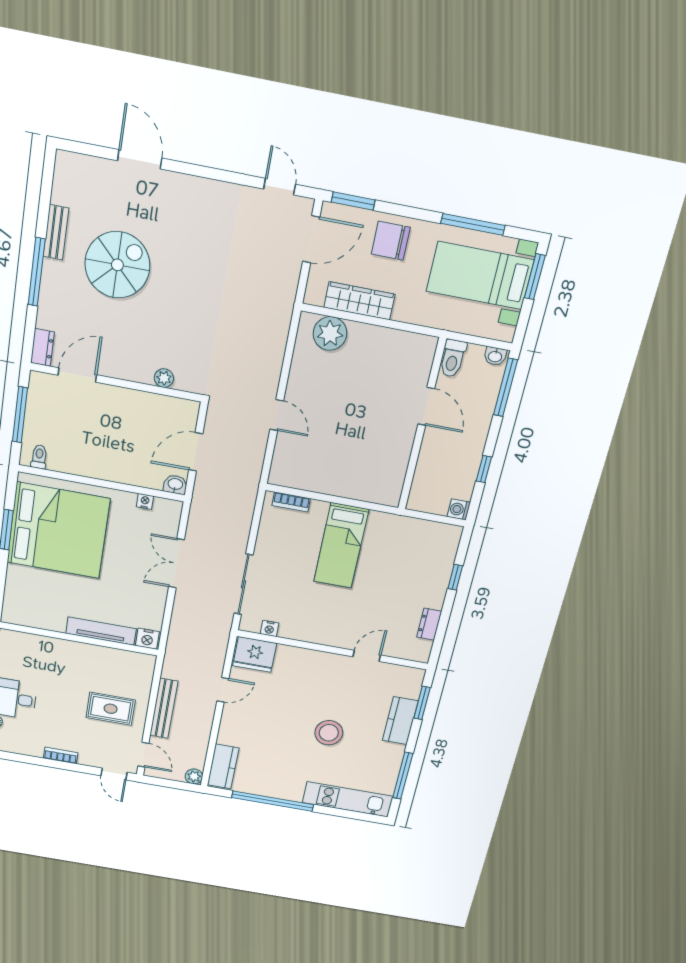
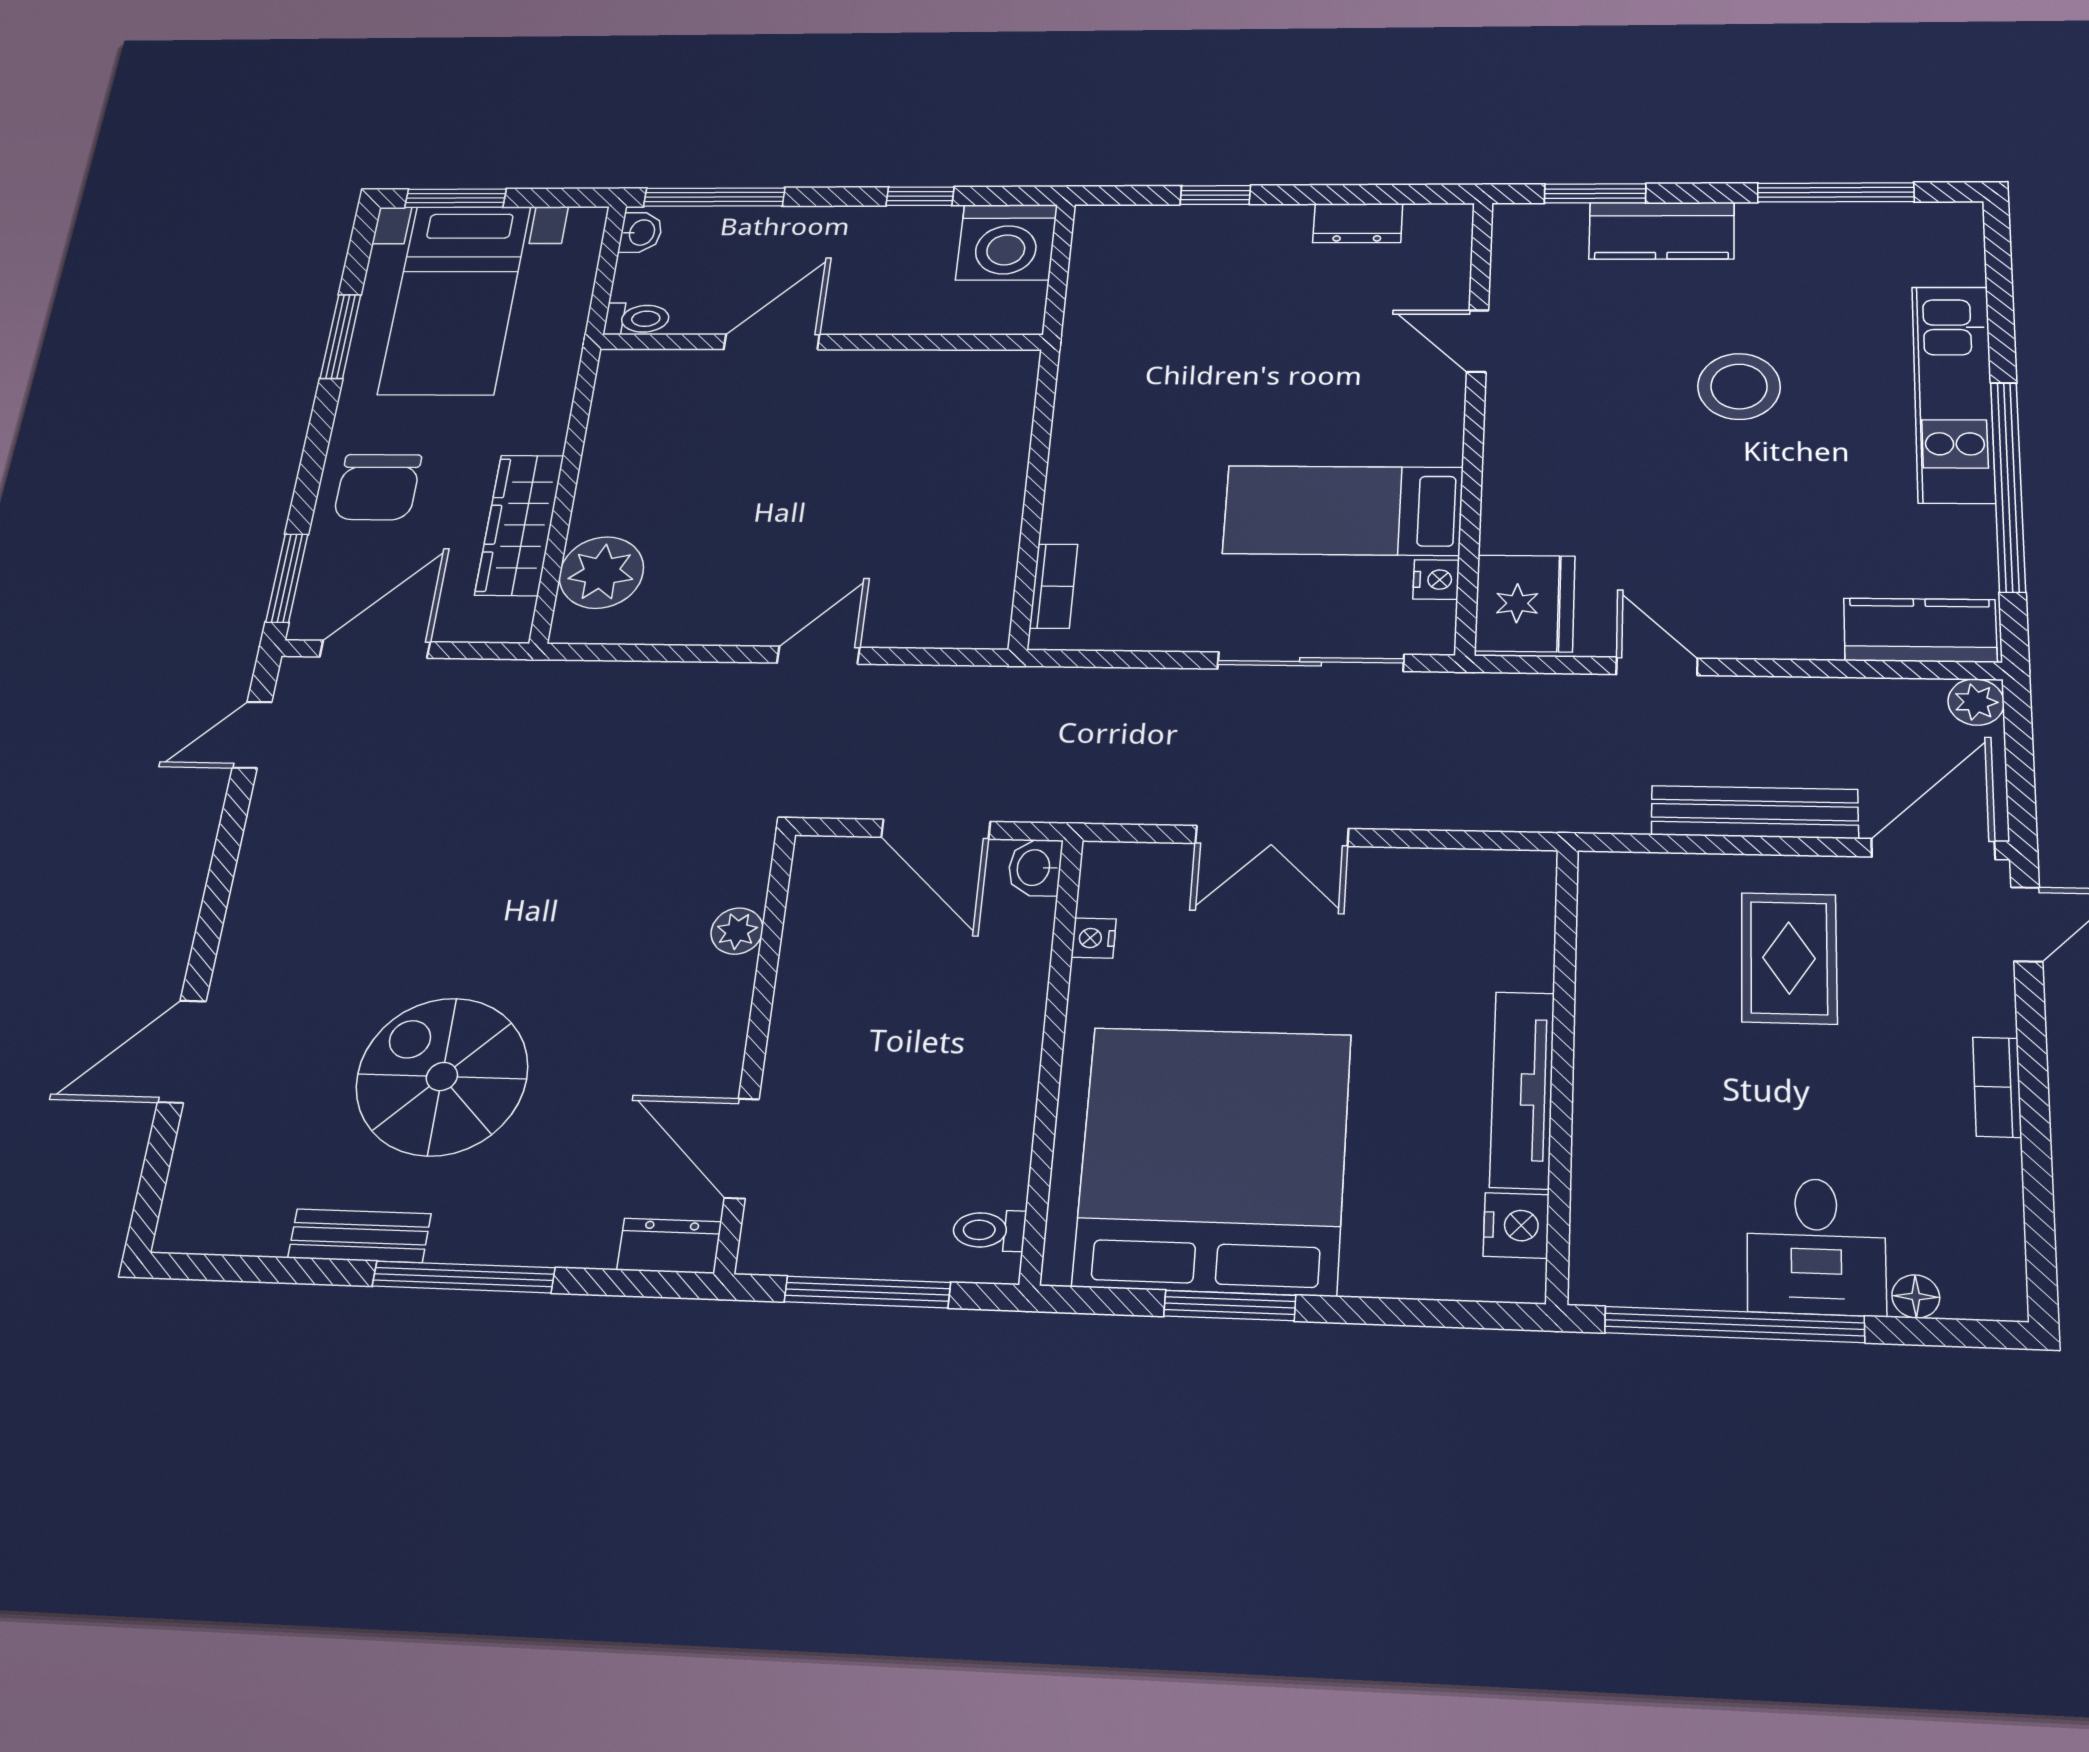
window: (473, 224) -> (341, 336), width x0.69
door: (311, 239) -> (375, 649), hinge flipped
toilet: (453, 358) -> (637, 319), width x0.73, depth x0.72
washing machine: (459, 509) -> (1007, 242), width x1.89, depth x1.89
bed: (341, 546) -> (1343, 510), moved, turned 180
tv unit: (101, 631) -> (1522, 1089), moved
nightstand: (147, 639) -> (1516, 1225), moved
door: (143, 755) -> (1933, 849), width x1.38
kitchen unit: (348, 799) -> (1953, 394), moved

